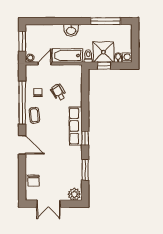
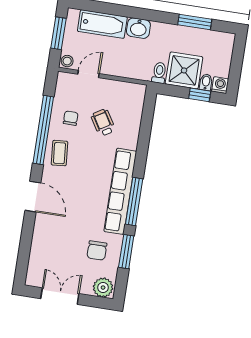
window: (105, 21) -> (195, 22), width x0.69
bathtub: (67, 55) -> (102, 24), moved, turned 180
window: (104, 66) -> (200, 95), moved
row of seats: (76, 126) -> (120, 191), width x1.36
window: (85, 138) -> (134, 201), width x2.17
chair: (34, 181) -> (97, 250), moved
double door: (48, 204) -> (60, 296), swing flipped

